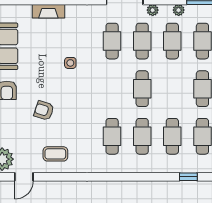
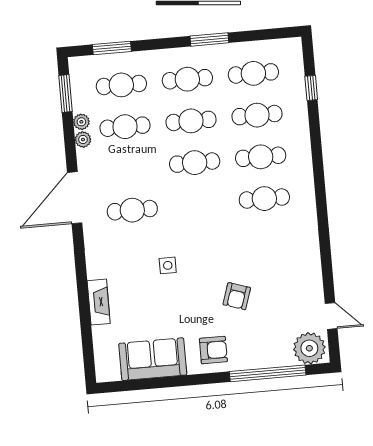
plant: (153, 10) -> (83, 140), moved
cafe table: (142, 41) -> (191, 121), moved
coffee table: (55, 154) -> (296, 275), removed

